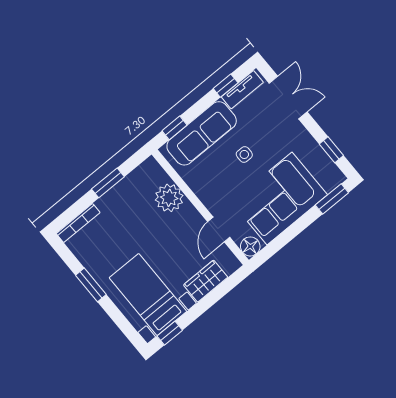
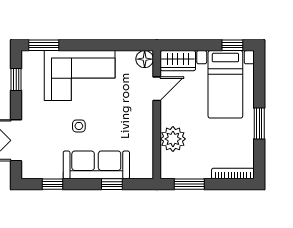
tv unit: (242, 90) -> (43, 172), removed
plant: (169, 198) -> (173, 139), moved
wall: (200, 207) -> (157, 115), moved
door: (219, 230) -> (157, 89), moved
floor lamp: (250, 246) -> (145, 59), moved

